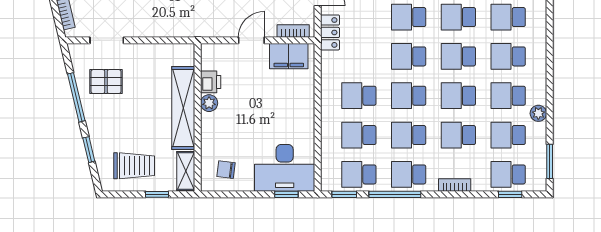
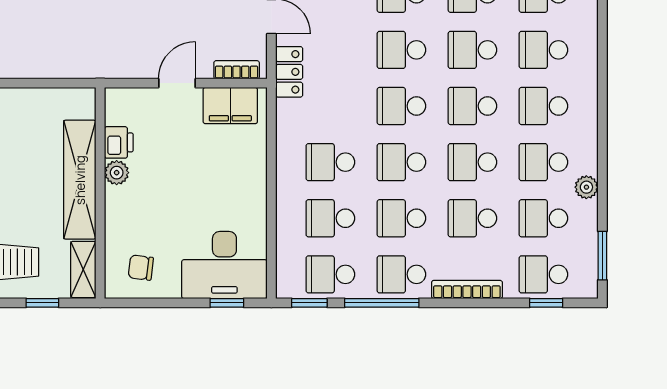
bookcase: (455, 185) -> (467, 290), width x1.56

